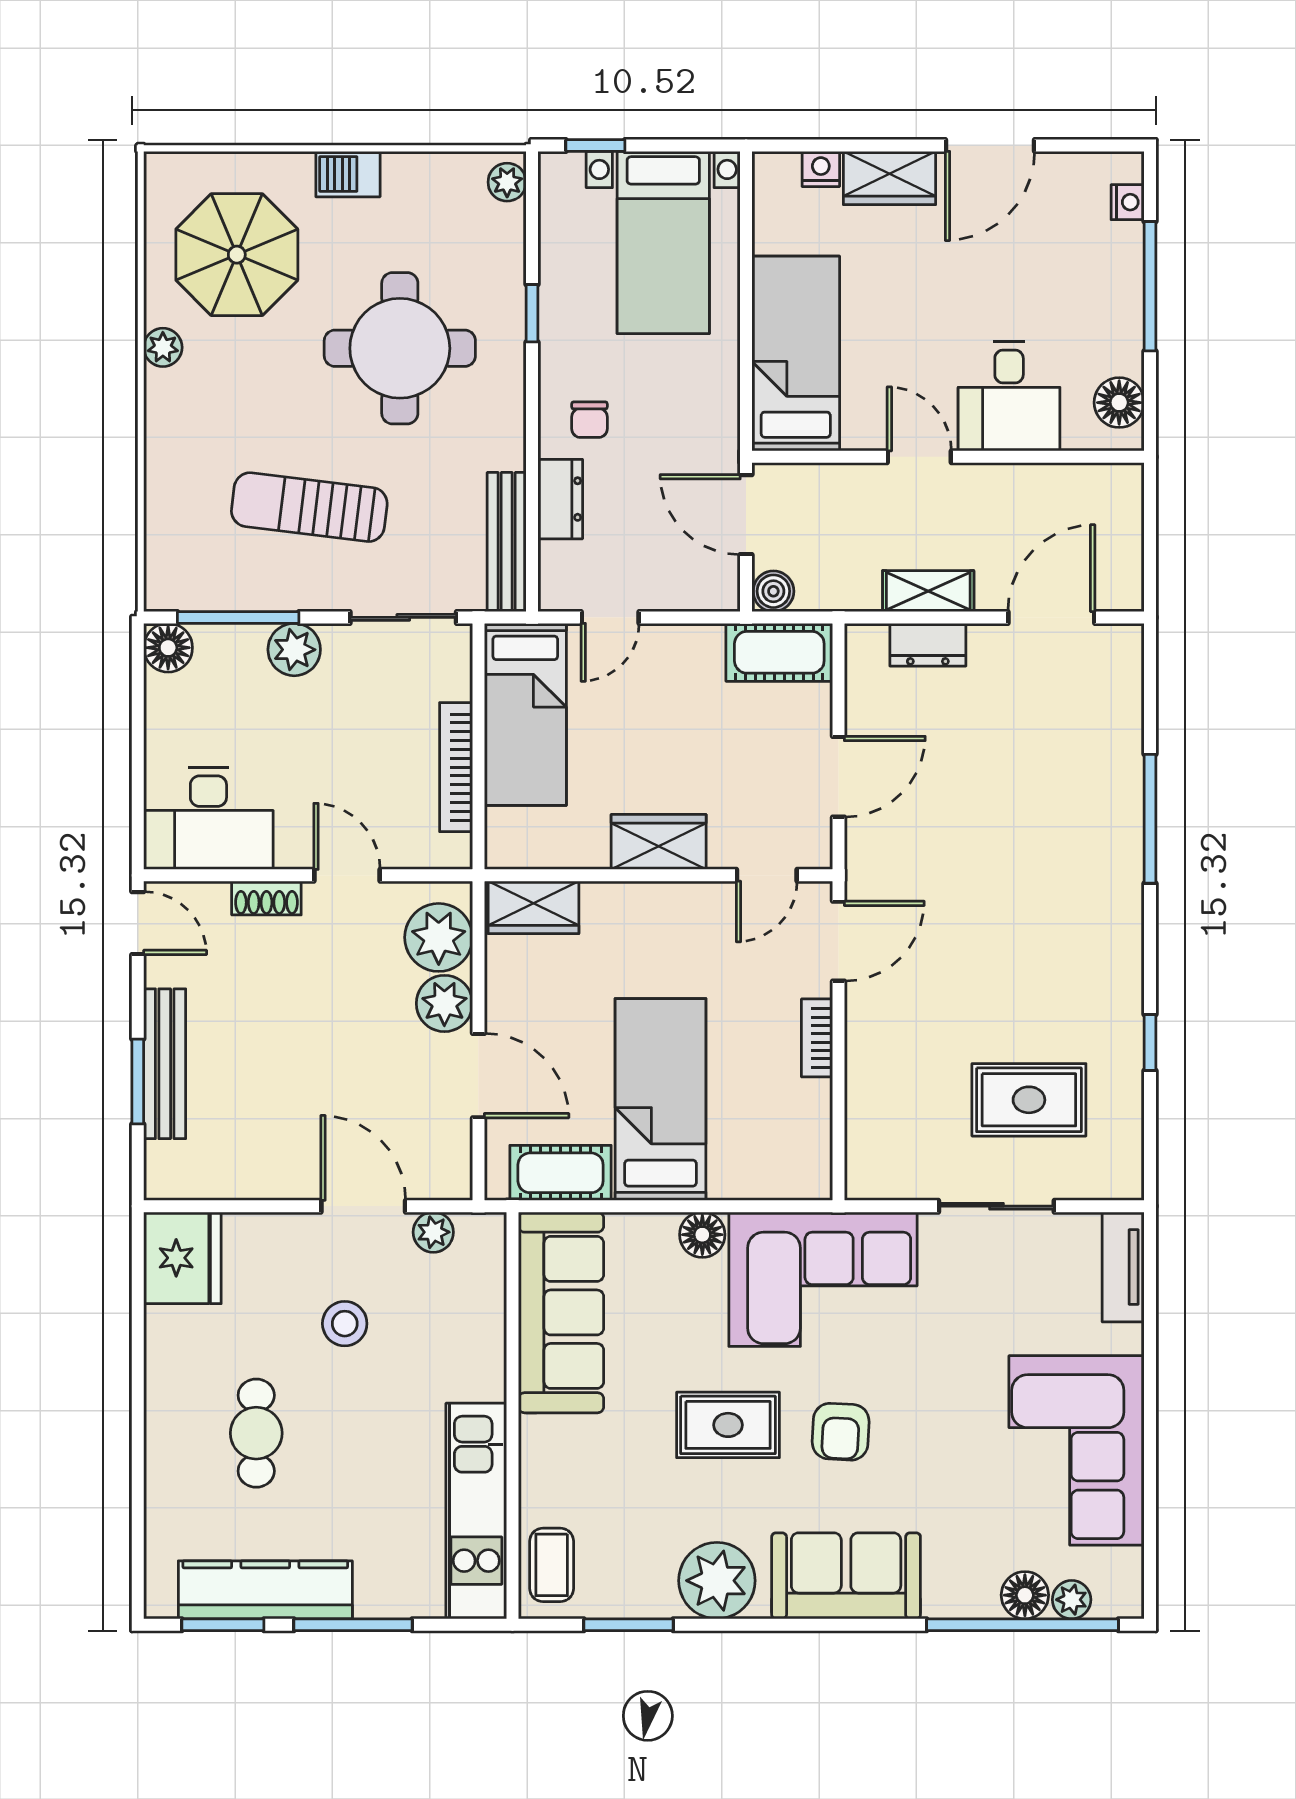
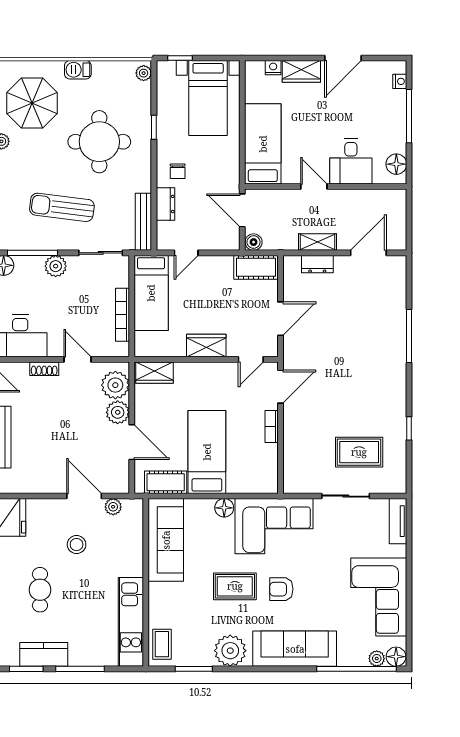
armchair: (841, 1432) -> (281, 589), turned 87
sofa: (846, 1576) -> (295, 649), width x1.36
kitchen counter: (265, 1590) -> (44, 654), width x0.67
floor lamp: (1025, 1595) -> (396, 657), moved

